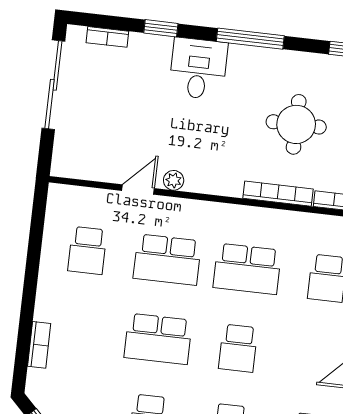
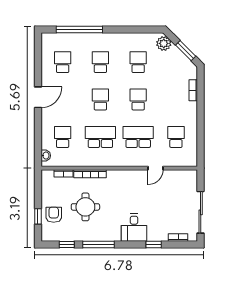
window: (250, 39) -> (99, 244), moved
plant: (174, 180) -> (139, 174), removed
school desk: (158, 339) -> (138, 100), width x0.54

